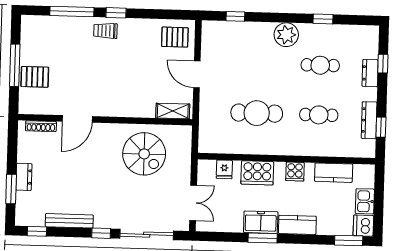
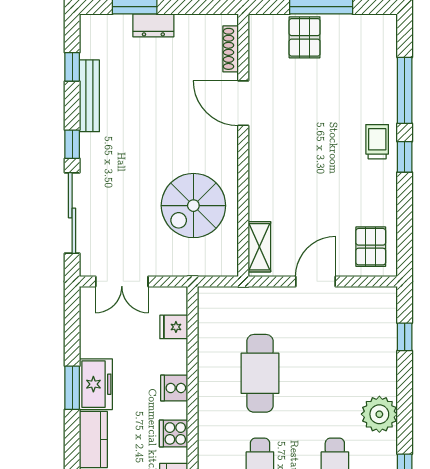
cooker: (257, 173) -> (174, 388), width x0.53, depth x0.76
window: (37, 231) -> (72, 67), moved

